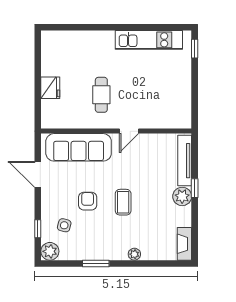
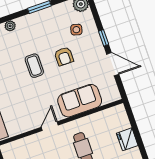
sofa: (79, 147) -> (80, 101), width x0.73
window: (38, 229) -> (104, 38), moved

